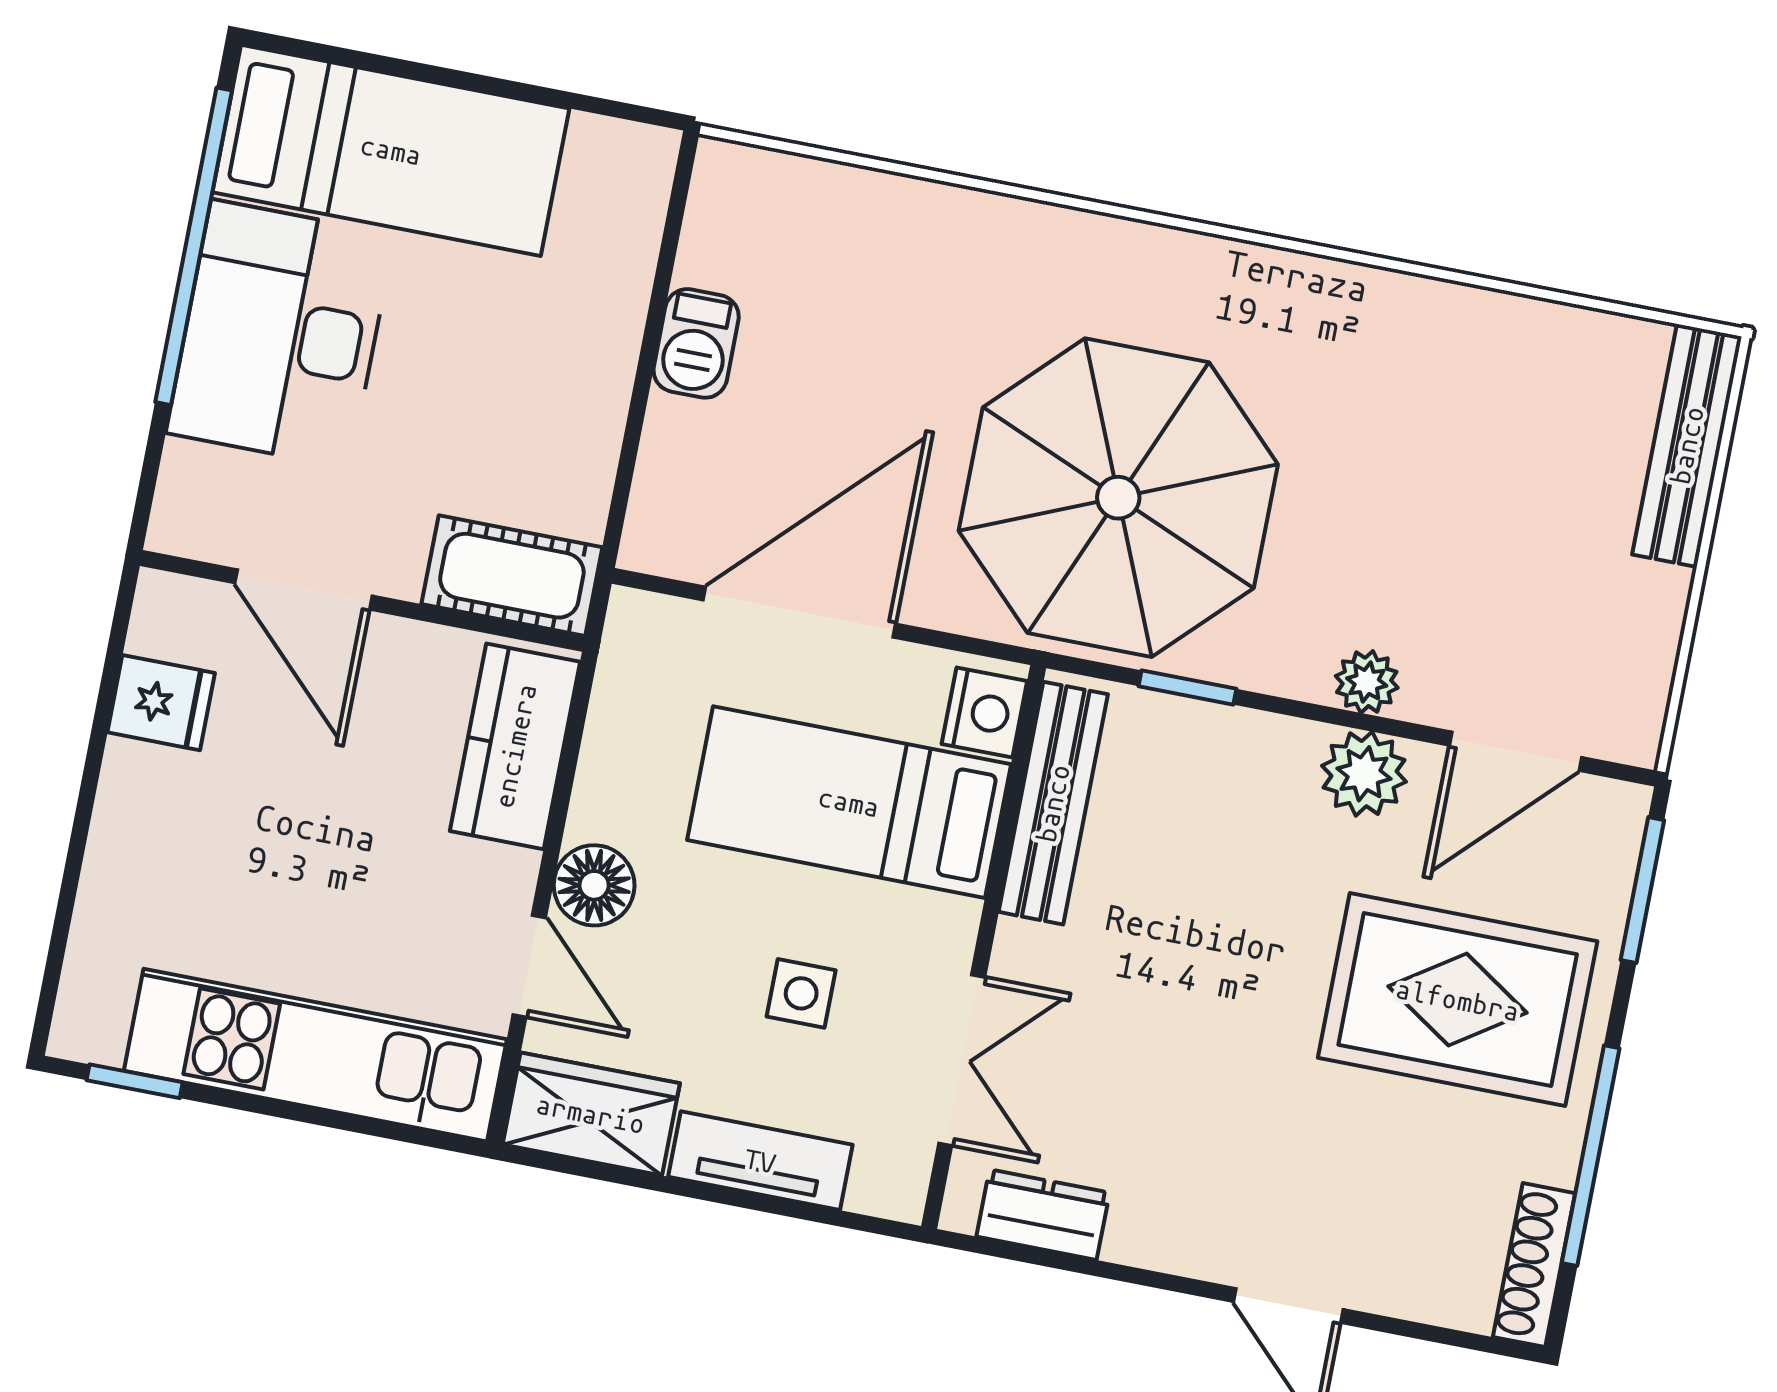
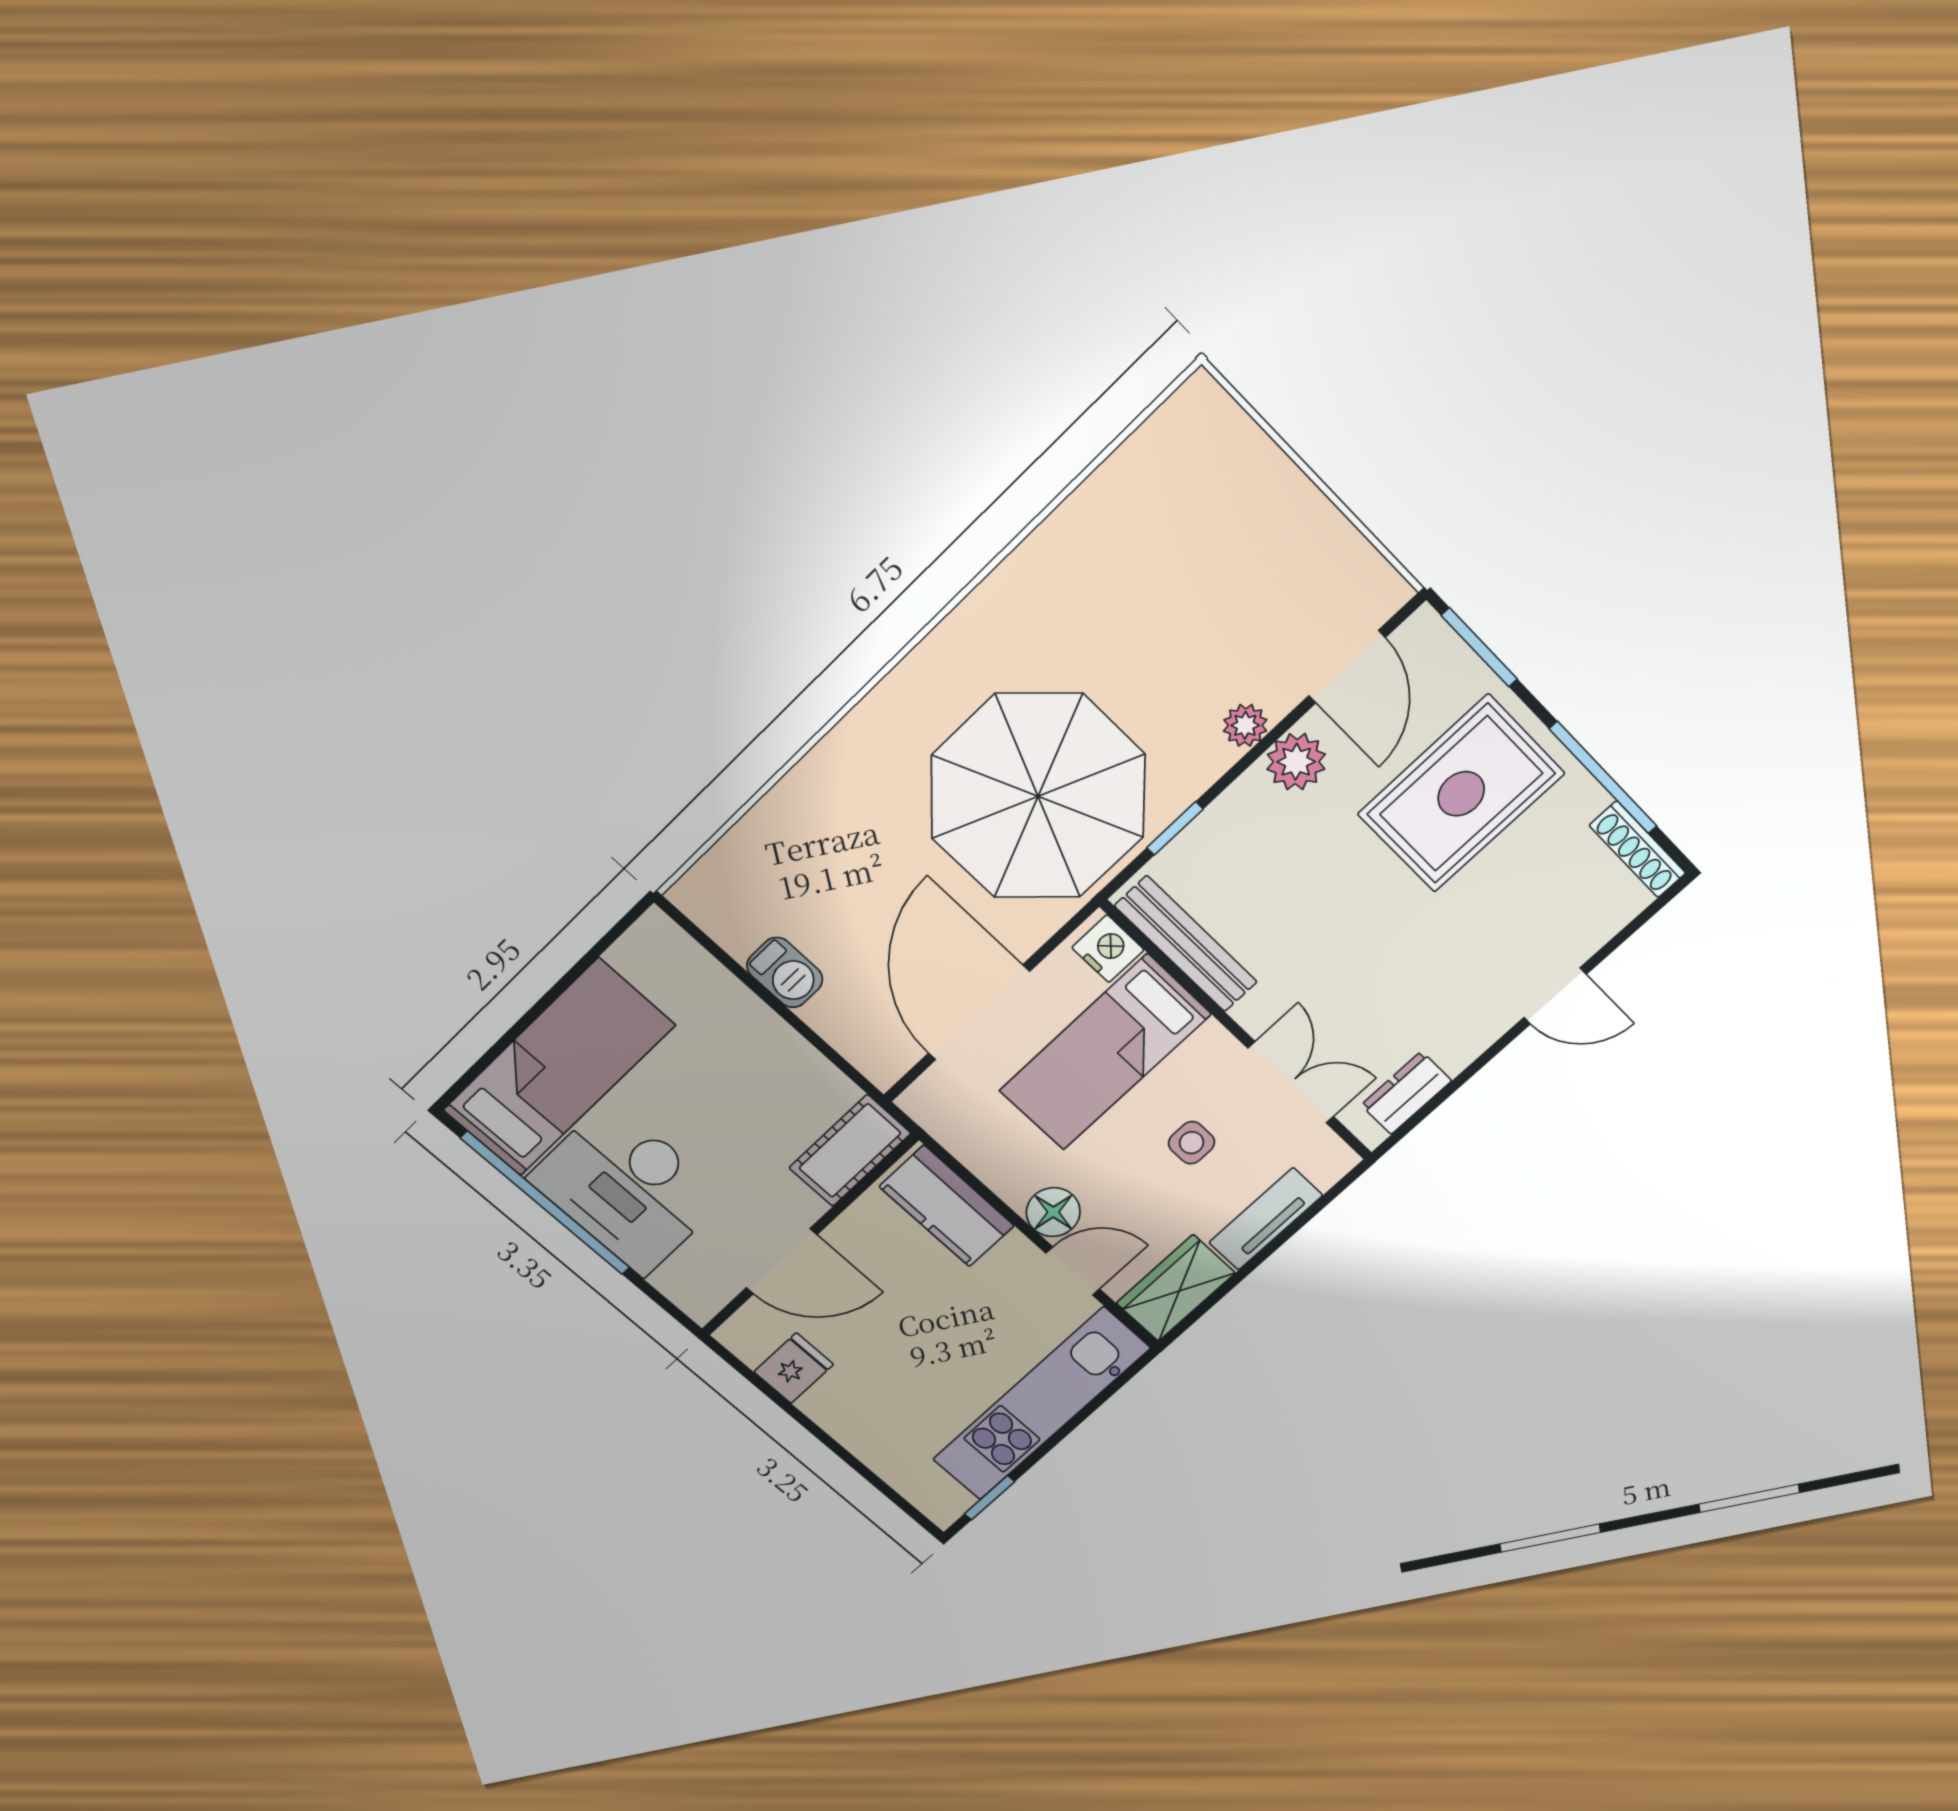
bench: (1687, 445) -> (1243, 443), removed

